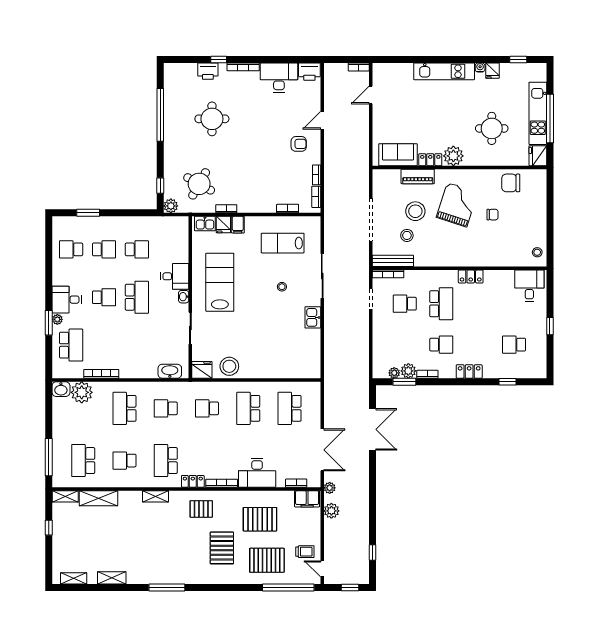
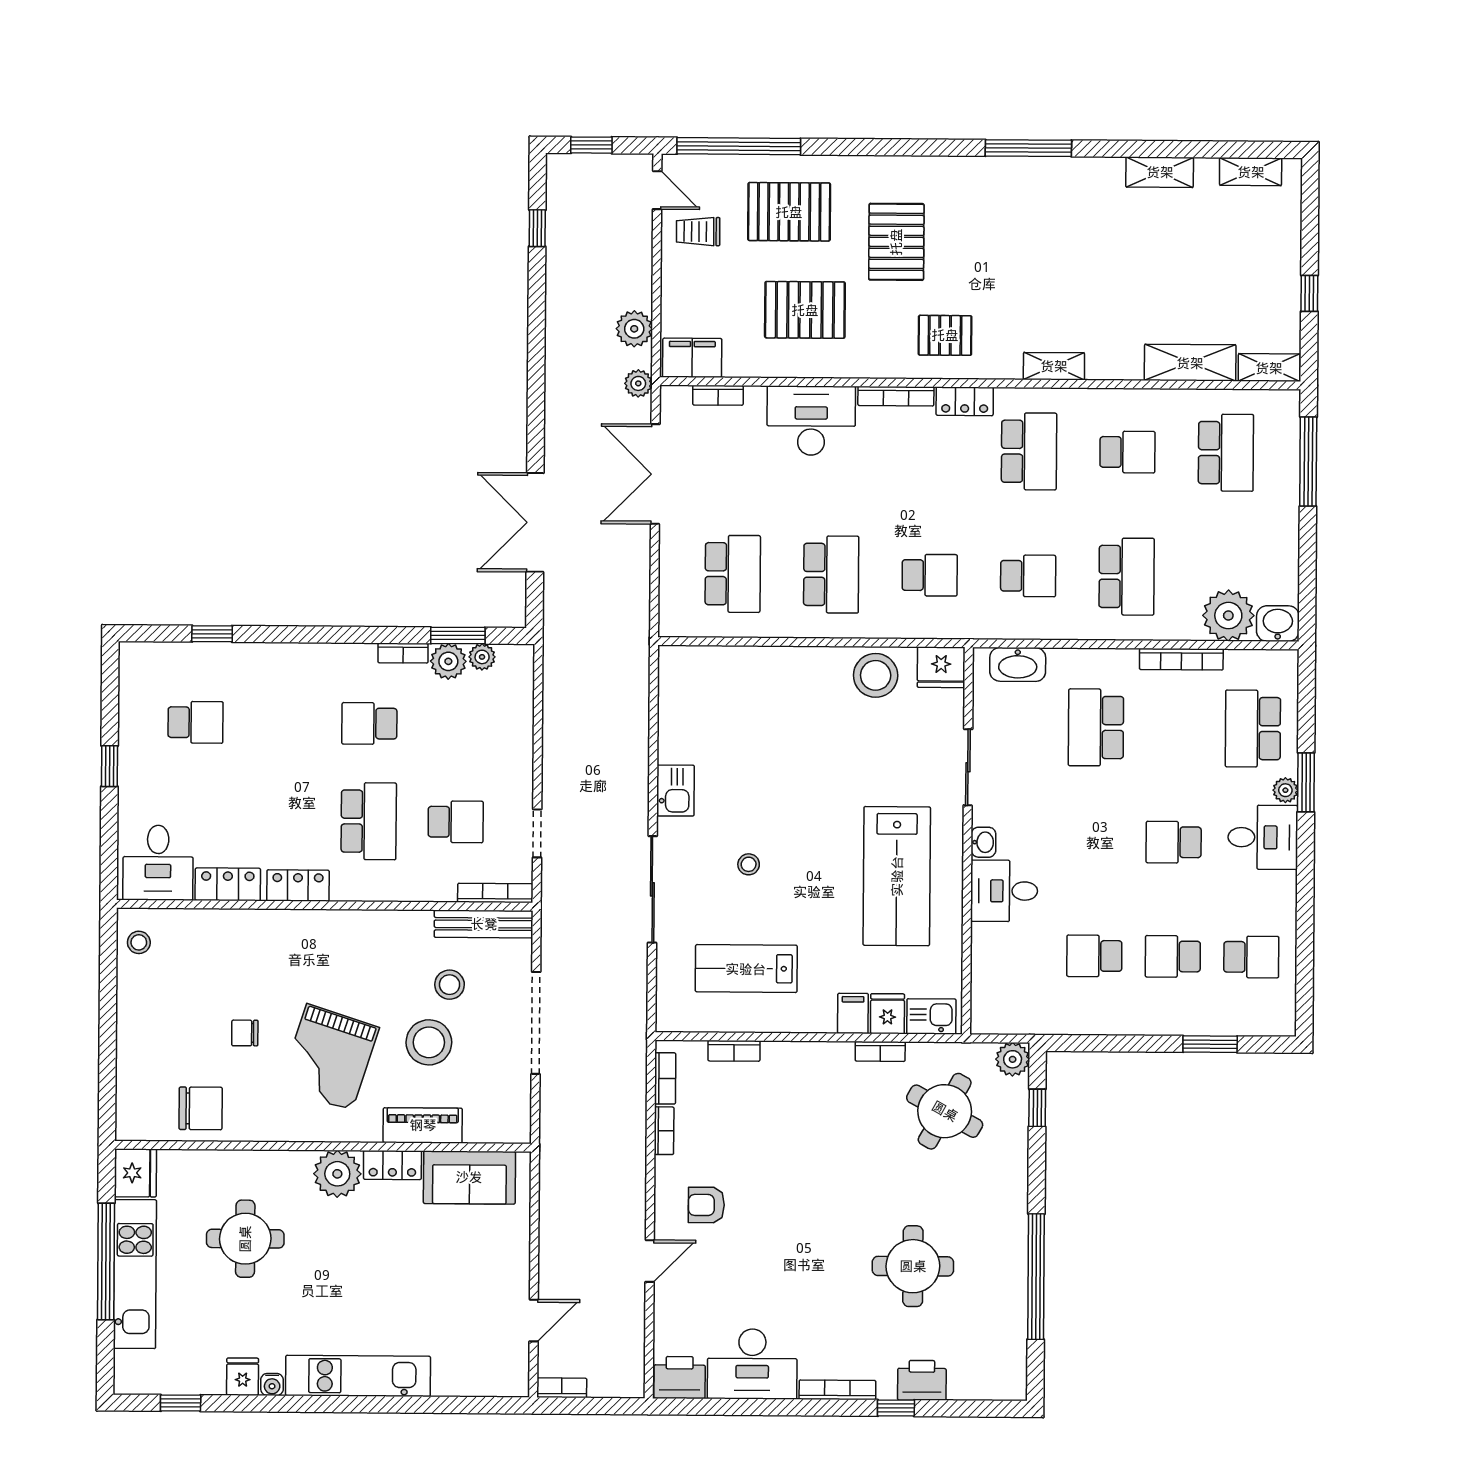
lab bench: (283, 243) -> (746, 969), turned 180
school desk: (137, 297) -> (1096, 727), moved
school desk: (441, 304) -> (369, 821), turned 180
locker: (469, 372) -> (228, 884), moved, turned 180

